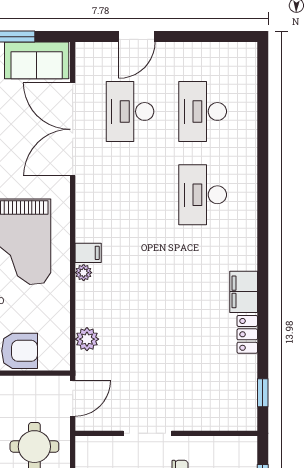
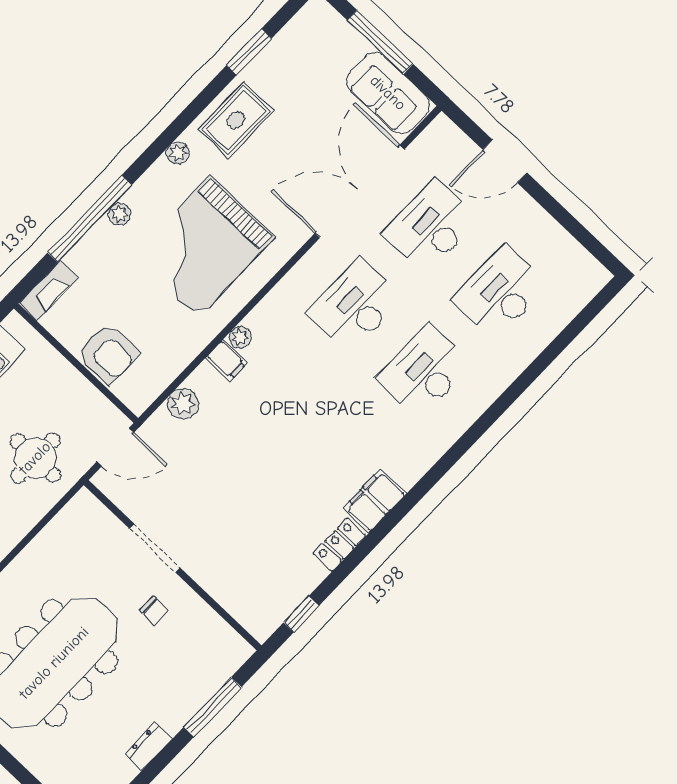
desk: (130, 195) -> (355, 305), added
filing cabinet: (88, 253) -> (227, 360), moved

